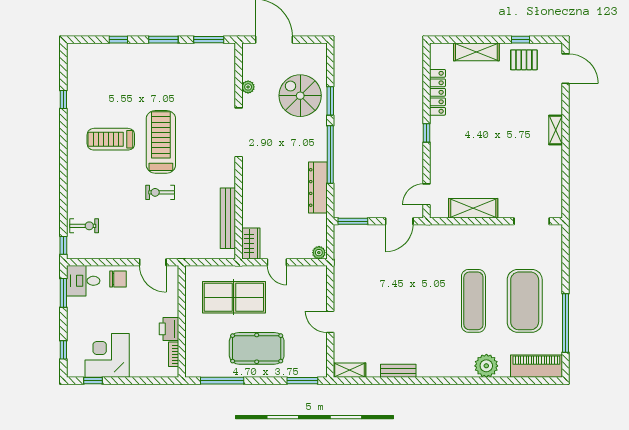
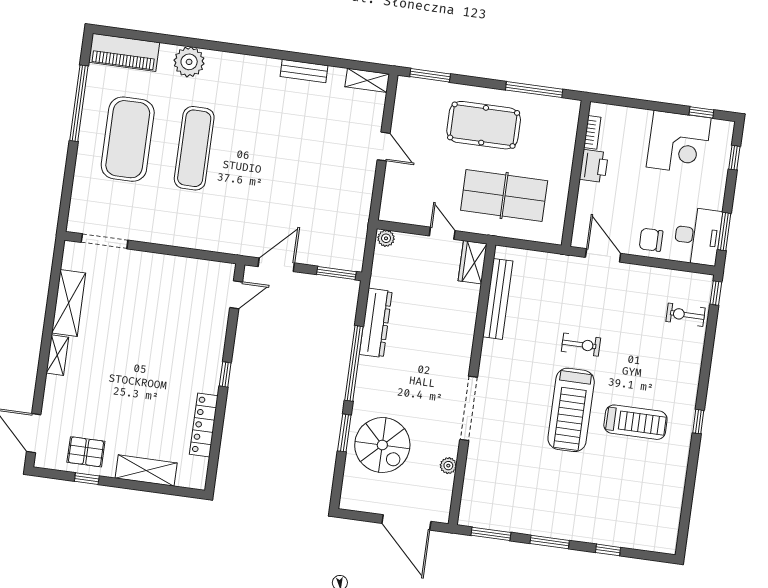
window: (63, 99) -> (698, 422), moved
shelving: (473, 208) -> (69, 303), moved, turned 90
desk: (83, 281) -> (698, 236), width x1.37

